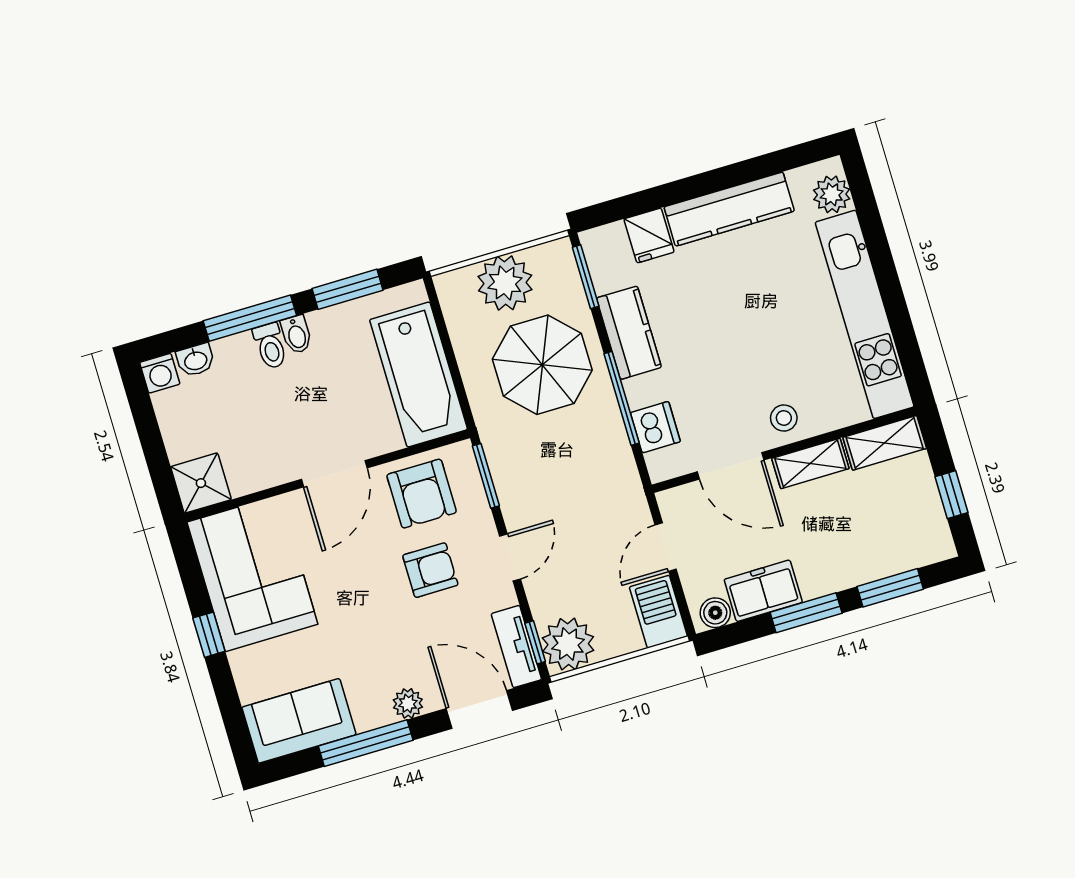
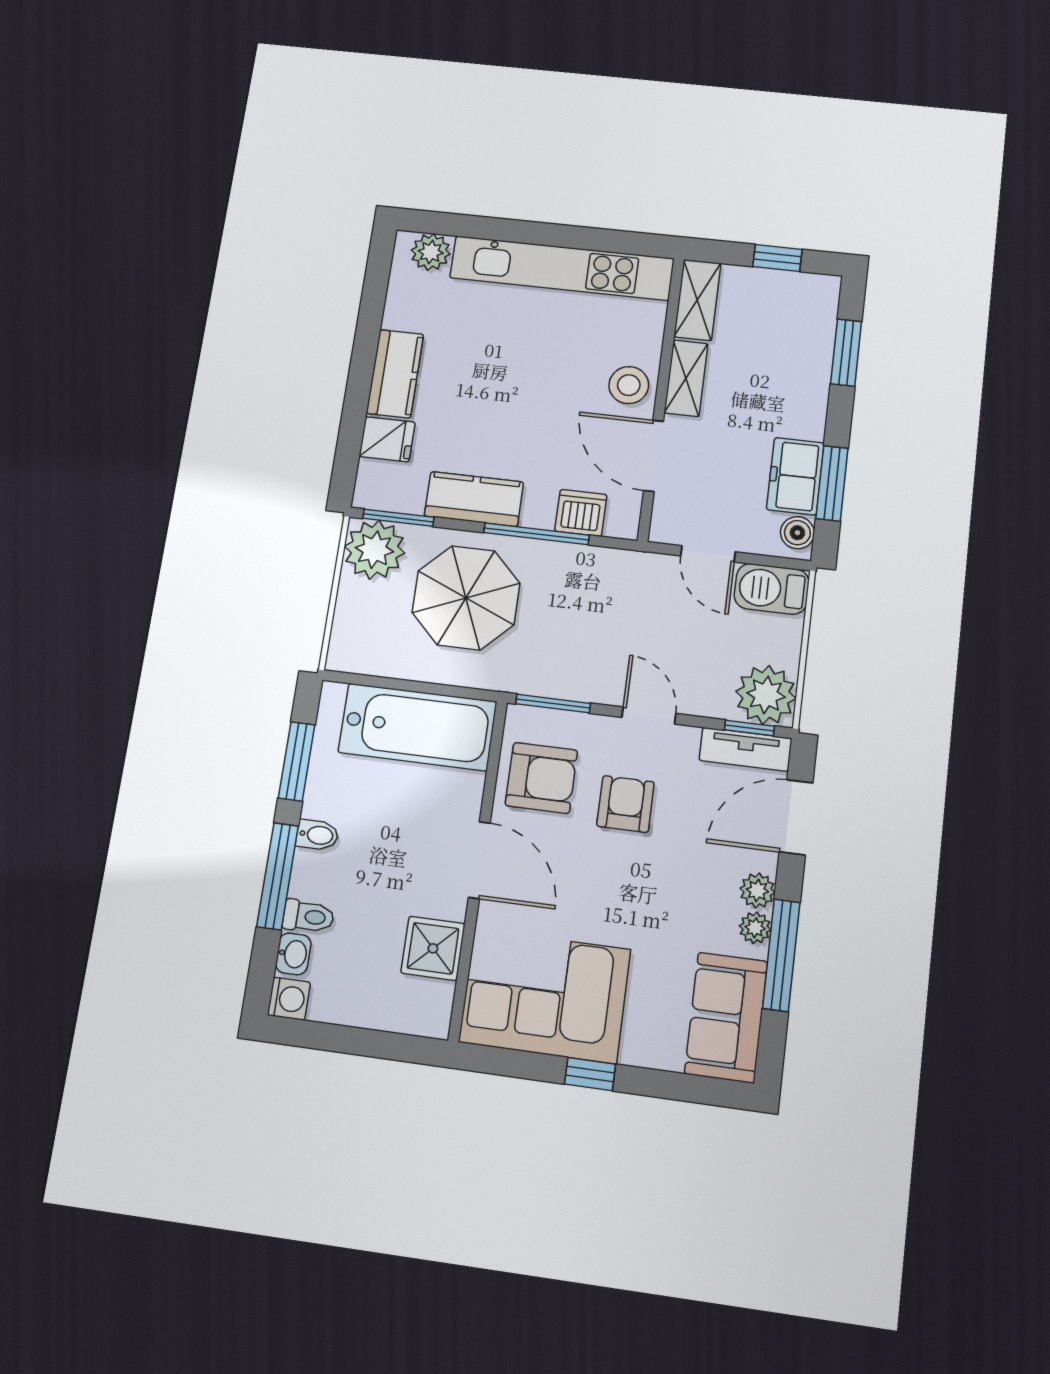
kitchen counter: (729, 209) -> (395, 374), width x0.67
plant: (505, 283) -> (374, 550), moved
toilet: (270, 346) -> (308, 916), moved
stool: (784, 418) -> (629, 385), width x1.37, depth x1.37
door: (731, 466) -> (653, 456), swing flipped
shower: (201, 483) -> (433, 948), moved
window: (806, 613) -> (832, 483), moved
plant: (378, 714) -> (755, 928), added

